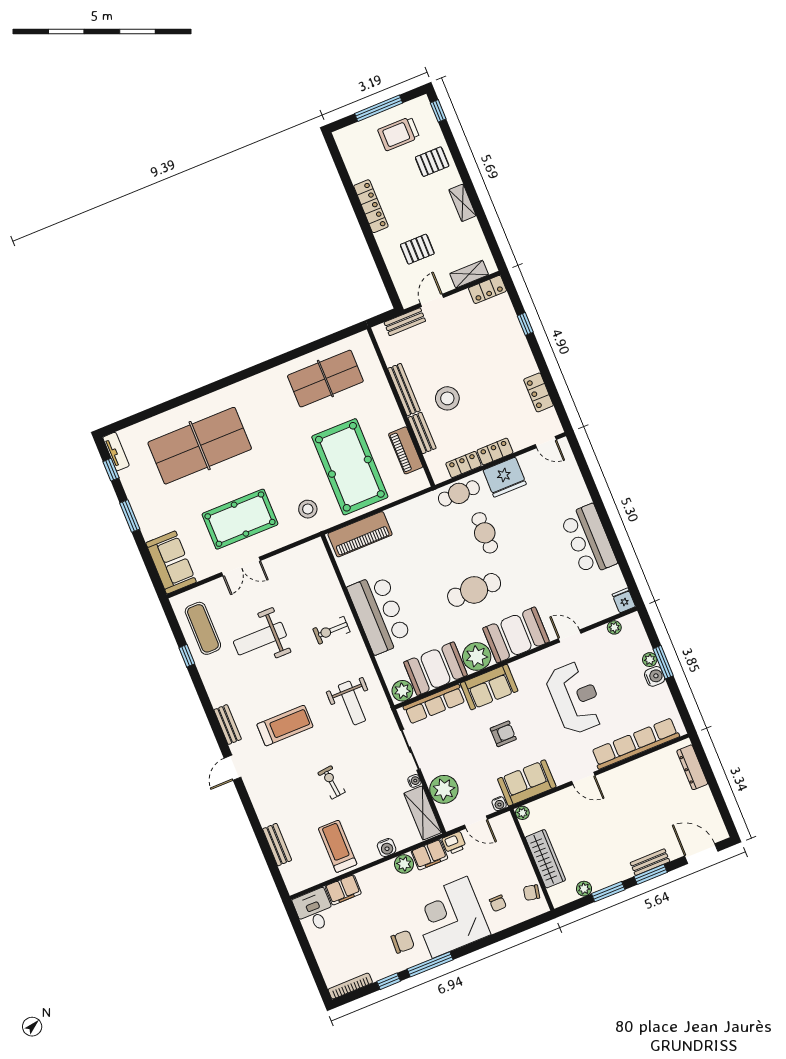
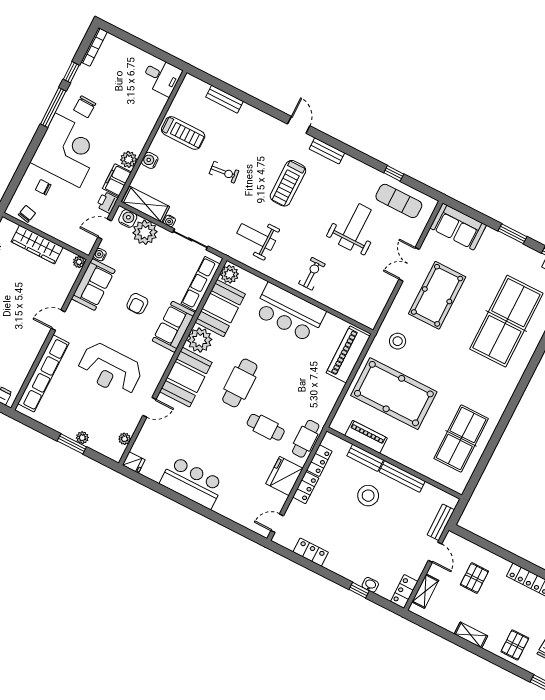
washbasin: (512, 320) -> (370, 585), added
water cooler: (655, 676) -> (128, 218), moved, turned 180
filing cabinet: (343, 890) -> (154, 107), removed

